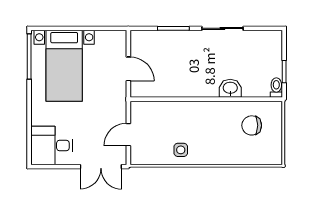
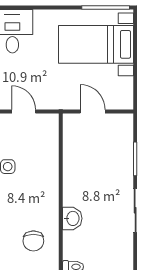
door: (128, 69) -> (93, 112), swing flipped
chair: (252, 125) -> (33, 241), turned 180

